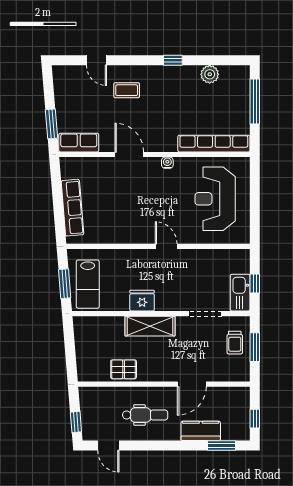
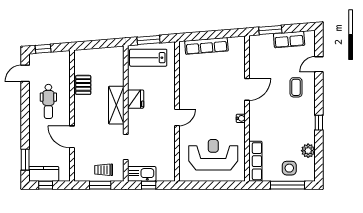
side table: (233, 99) -> (289, 168), added
row of seats: (79, 143) -> (289, 40), moved, turned 85
row of seats: (214, 144) -> (255, 161), width x0.73
kitchen counter: (201, 431) -> (44, 174), moved, turned -90

